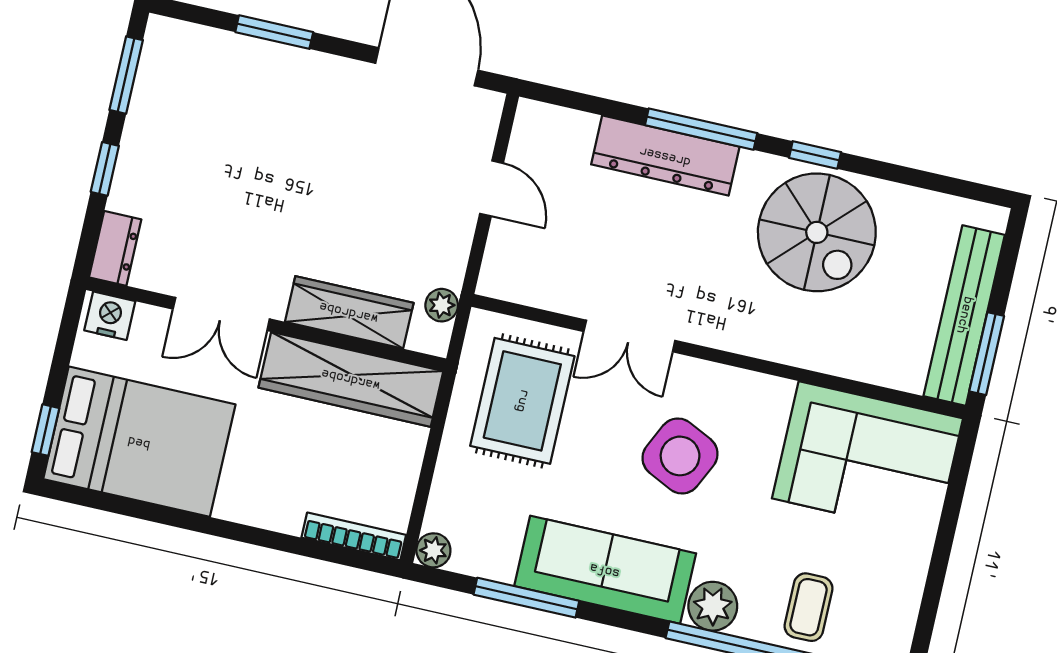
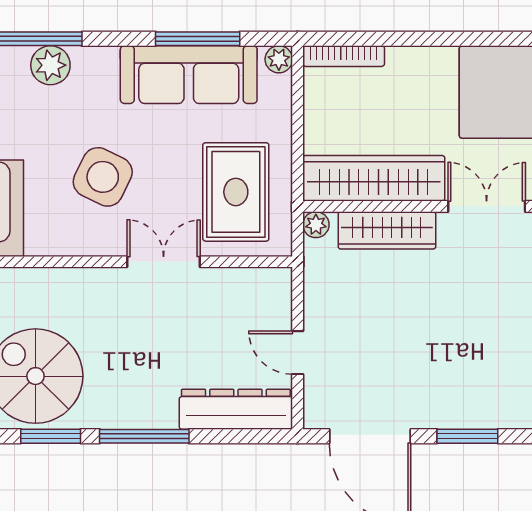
window: (274, 32) -> (467, 436), moved
window: (815, 155) -> (51, 436), width x1.50
dresser: (665, 156) -> (236, 409), moved
plant: (442, 305) -> (316, 225), moved
sofa: (605, 570) -> (189, 75), moved

